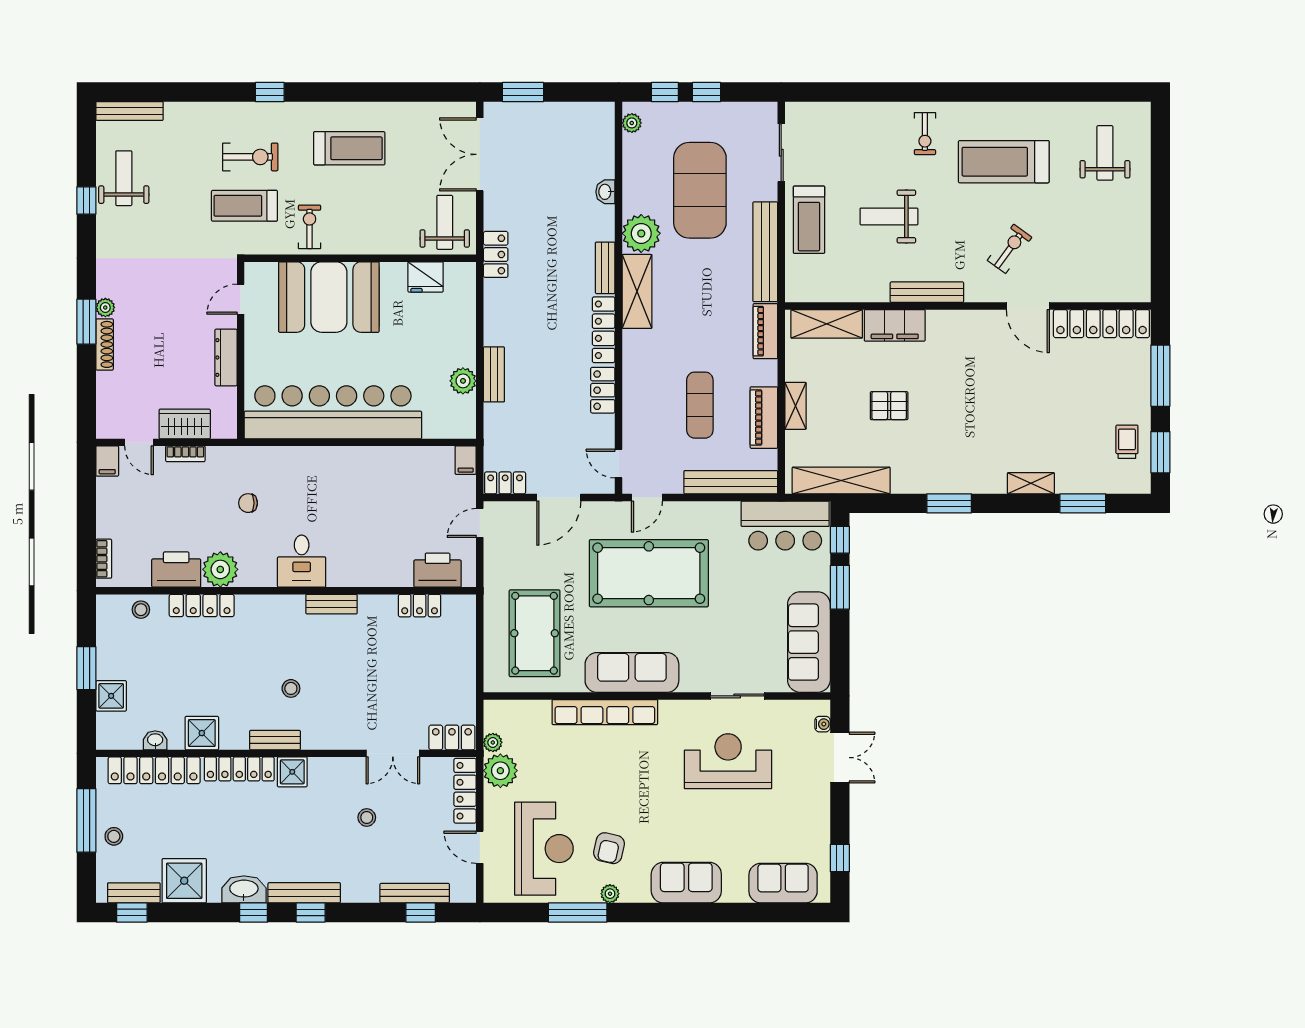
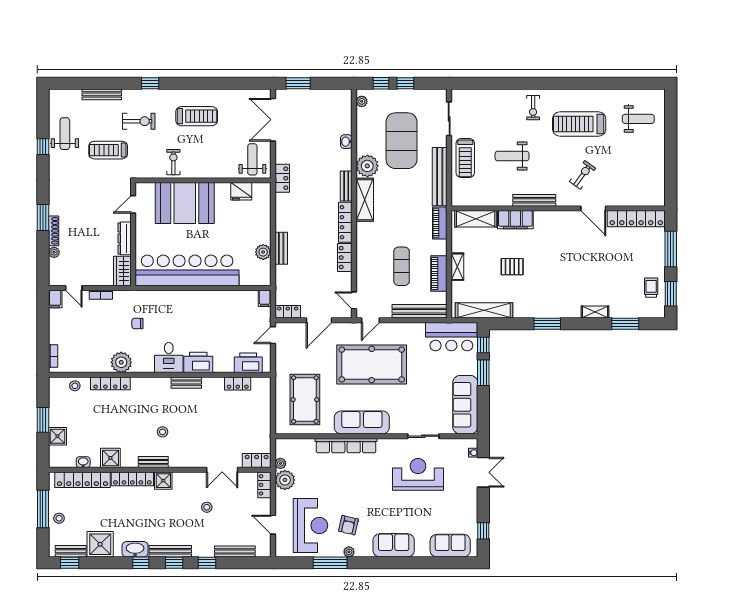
bench: (130, 111) -> (102, 94), moved
weight bench: (1105, 153) -> (638, 119), turned 90
treadmill: (244, 206) -> (108, 150), moved
plant: (105, 308) -> (54, 252), moved
wardrobe: (185, 424) -> (122, 271), moved, turned -90
printer: (176, 570) -> (198, 362), moved
locker: (465, 791) -> (264, 485), width x0.66
window: (421, 912) -> (207, 563), moved

